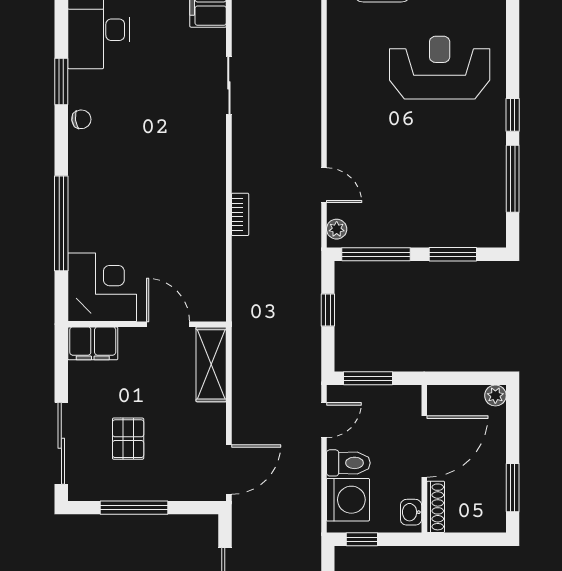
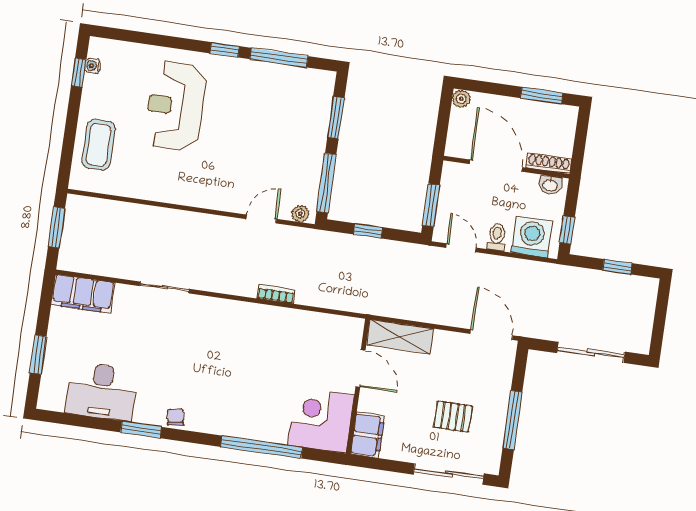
door: (168, 324) -> (360, 368), swing flipped
toilet: (348, 463) -> (497, 237), width x0.73, depth x0.72

